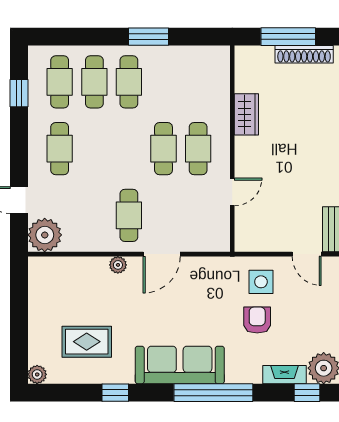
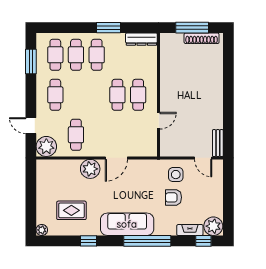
dresser: (204, 56) -> (141, 39), added
window: (19, 93) -> (31, 62), width x1.50
wardrobe: (246, 114) -> (167, 74), removed
cafe table: (129, 215) -> (76, 135), moved
plant: (118, 265) -> (90, 169), width x1.87, depth x1.87
armchair: (257, 320) -> (173, 197), turned -90

